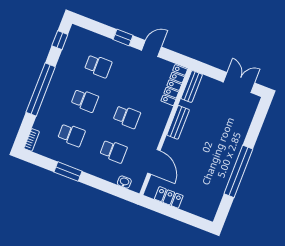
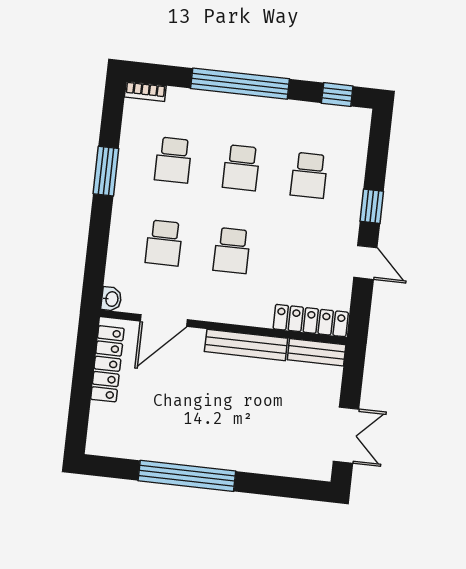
bench: (178, 122) -> (246, 345), width x1.36
washbasin: (124, 182) -> (111, 299), moved
locker: (169, 197) -> (107, 364), width x1.53

